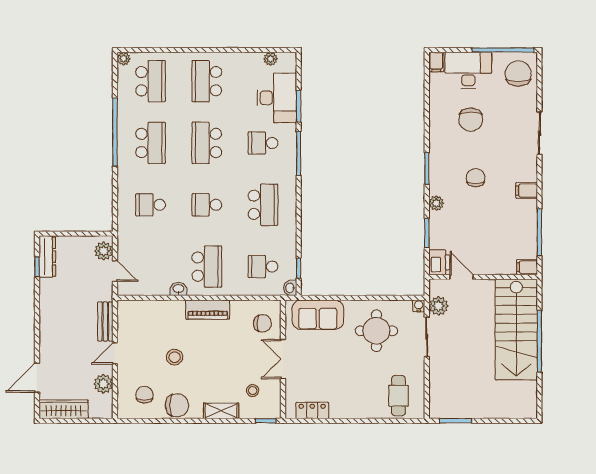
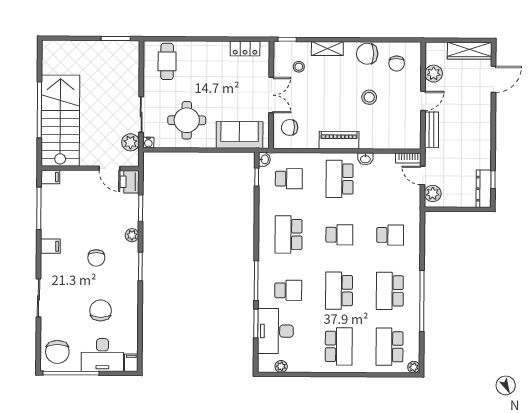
school desk: (207, 143) -> (339, 291), turned 180
bookcase: (131, 290) -> (408, 158), added

